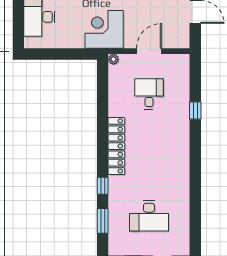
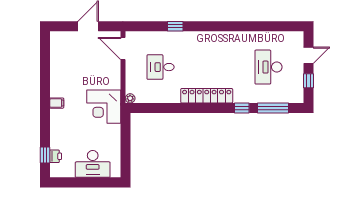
door: (149, 51) -> (123, 48), moved
desk: (149, 216) -> (268, 67), turned 180
window: (103, 221) -> (273, 108), width x1.44

